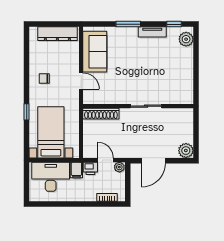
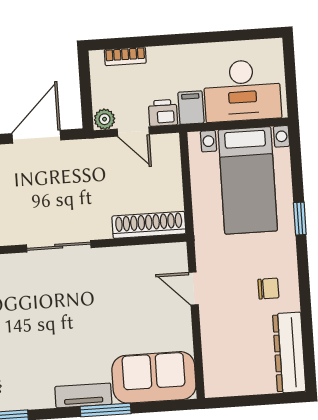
tv unit: (152, 32) -> (83, 395), moved
dresser: (57, 34) -> (289, 353), moved, turned -90
sofa: (95, 52) -> (154, 377), moved, turned 90

